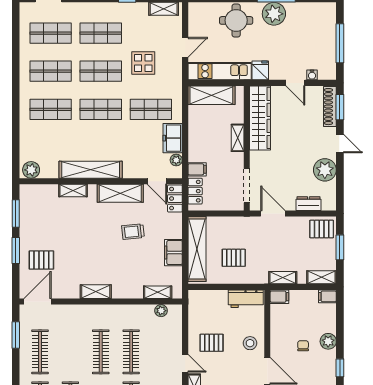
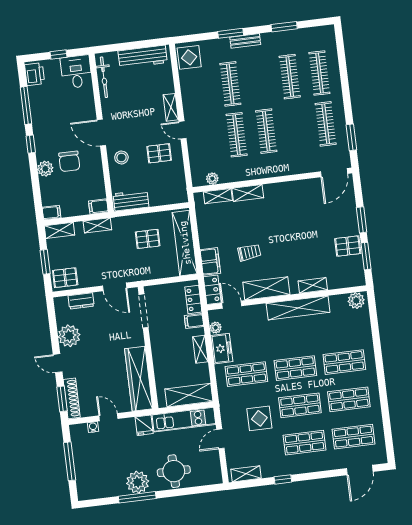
shelving: (238, 138) -> (200, 349), moved
filing cabinet: (173, 253) -> (210, 261), moved
pallet: (41, 260) -> (348, 246), moved
shelving: (96, 292) -> (248, 193), moved
chair: (303, 346) -> (69, 161), width x1.87, depth x1.87

